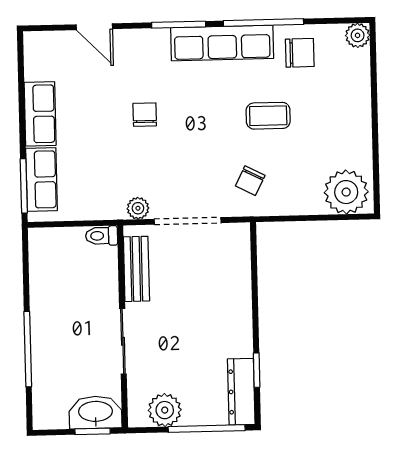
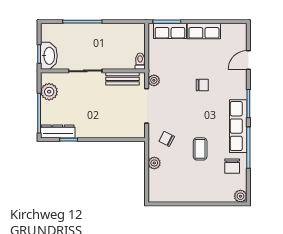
plant: (346, 192) -> (154, 163), moved, width x0.53, depth x0.53

